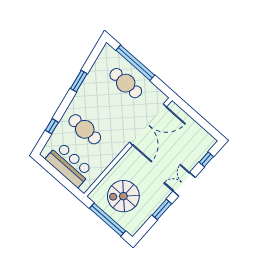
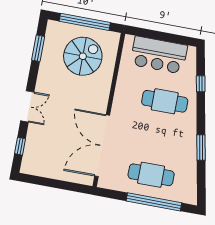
window: (162, 209) -> (38, 48), moved

